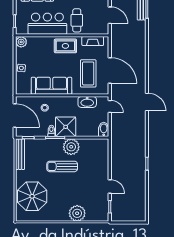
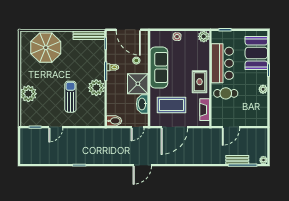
door: (15, 116) -> (128, 30), hinge flipped
shower: (66, 127) -> (138, 84), moved
sun lounger: (62, 166) -> (70, 97), moved

